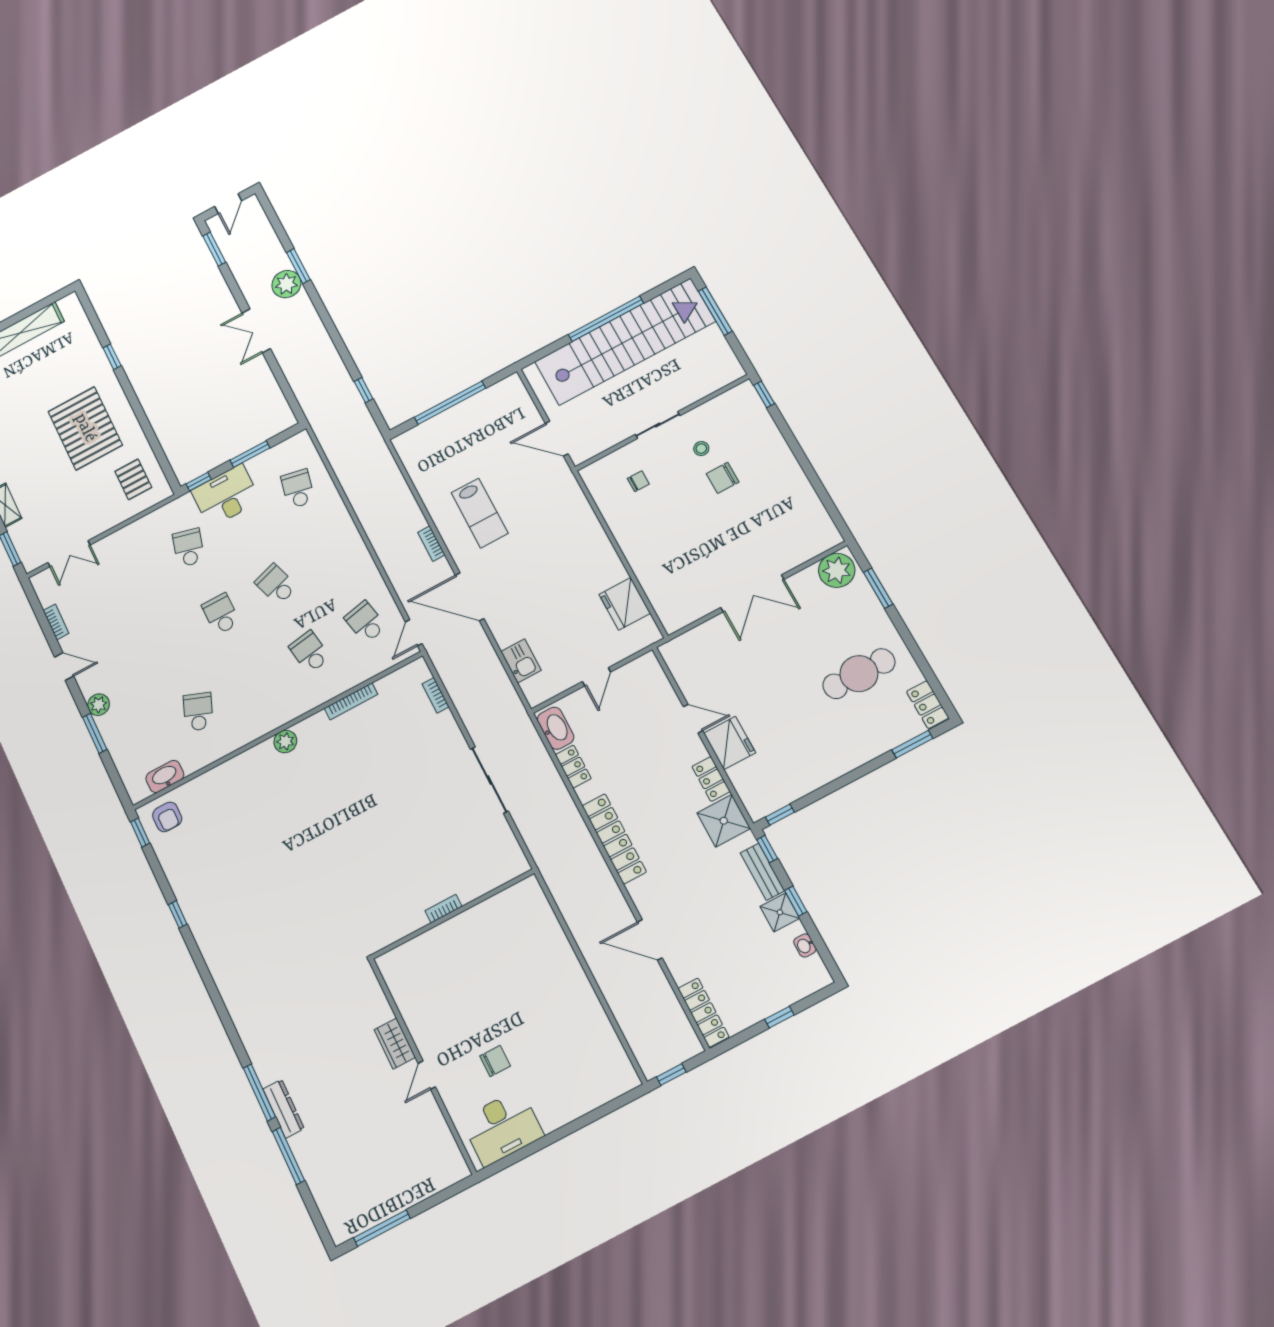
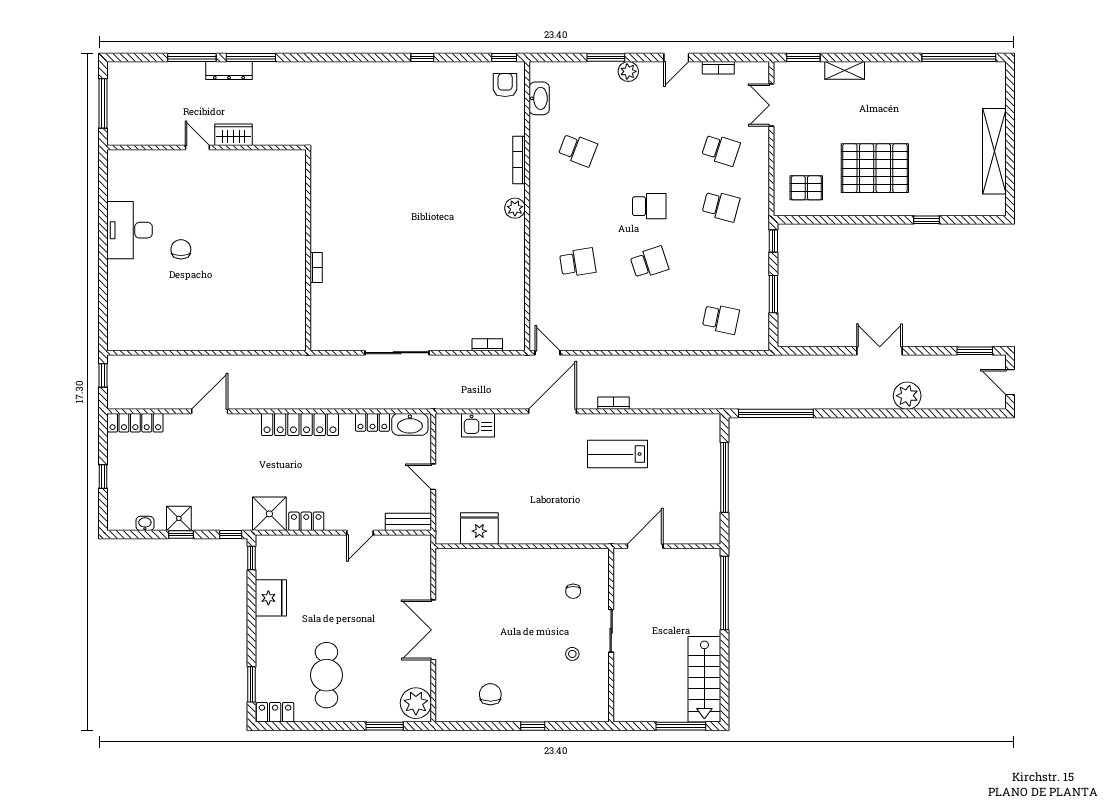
window: (298, 266) -> (918, 413), removed
window: (606, 319) -> (725, 593), moved
stairs: (625, 342) -> (704, 679), width x0.54, depth x0.66
window: (364, 390) -> (776, 413), width x3.17
window: (764, 394) -> (533, 726), moved
chair: (723, 478) -> (490, 694), moved
desk: (226, 496) -> (748, 257), removed
school desk: (365, 622) -> (721, 150), moved, turned 30
bookcase: (351, 701) -> (519, 160), moved
fridge: (730, 743) -> (271, 598), moved, turned -90
armchair: (167, 817) -> (505, 85), turned 90
bench: (762, 872) -> (408, 522), moved
wardrobe: (395, 1044) -> (233, 135), moved
chair: (495, 1061) -> (181, 249), turned 180
wall: (422, 1065) -> (207, 147), moved
door: (427, 1075) -> (197, 147), moved

